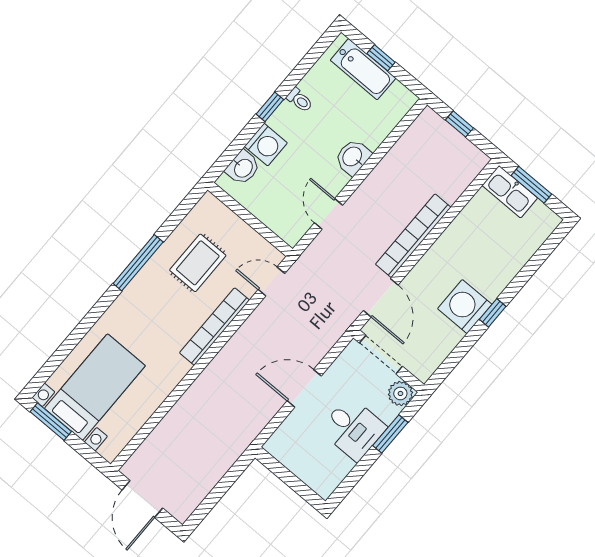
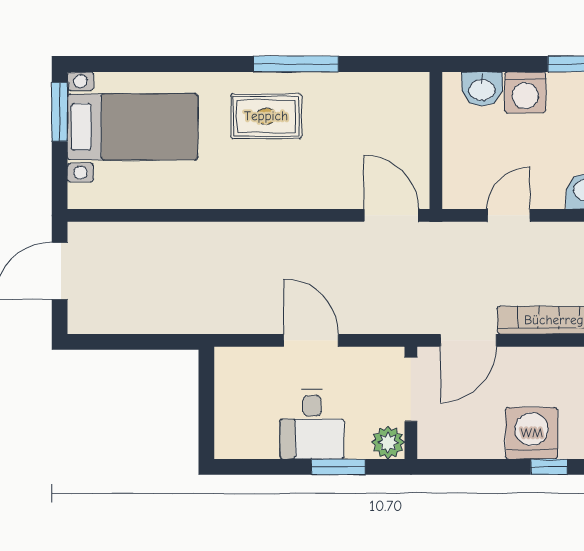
rug: (198, 263) -> (266, 116), moved
door: (271, 281) -> (391, 215), width x1.38
bookcase: (214, 326) -> (297, 196), removed

